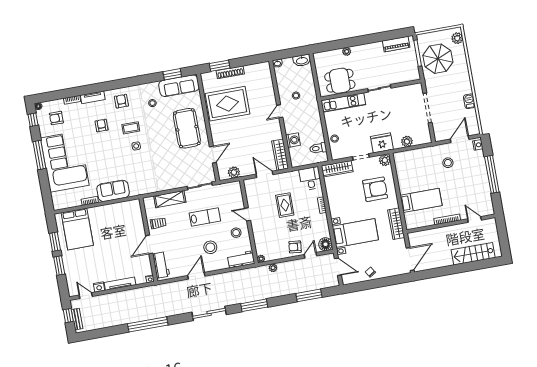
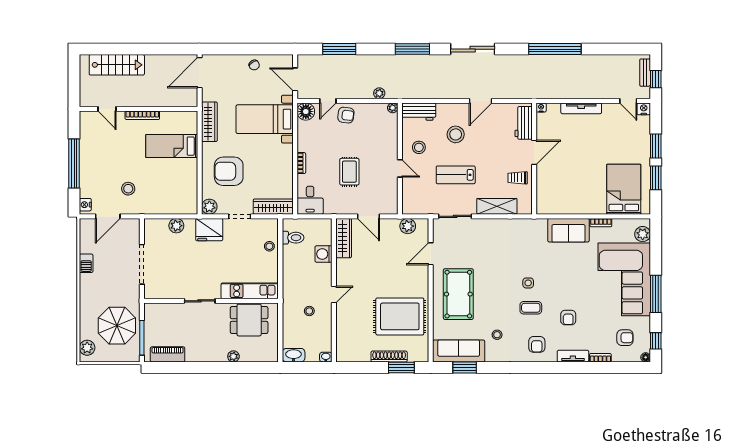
plant: (57, 198) -> (643, 234), added
nightstand: (99, 287) -> (644, 109), moved

